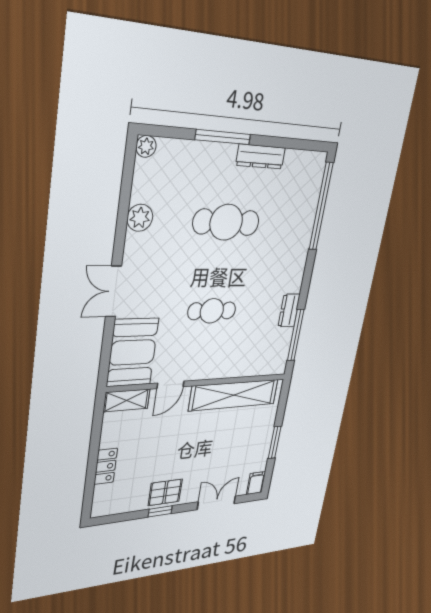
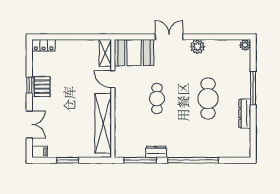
window: (321, 206) -> (193, 160), moved
plant: (140, 218) -> (197, 47), moved
locker: (106, 466) -> (43, 45), moved

